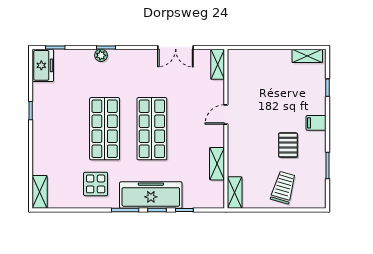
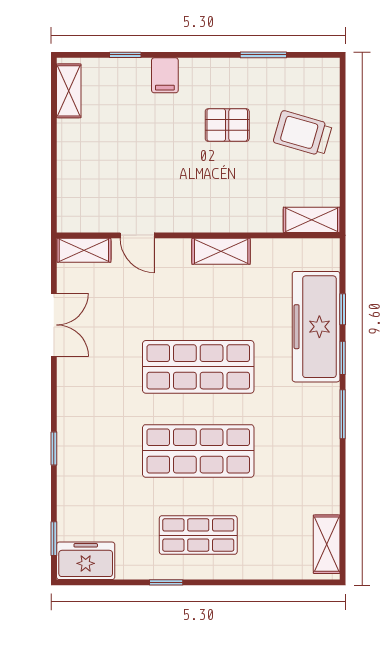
plant: (101, 55) -> (68, 457), removed
door: (226, 115) -> (137, 235), moved
filing cabinet: (316, 123) -> (165, 75), moved
shop shelf: (57, 129) -> (198, 535), added
shelving: (217, 164) -> (221, 251), moved
display table: (96, 184) -> (296, 467), removed
shelving: (40, 192) -> (327, 544), moved, turned 90
freezer: (151, 195) -> (316, 327), moved

